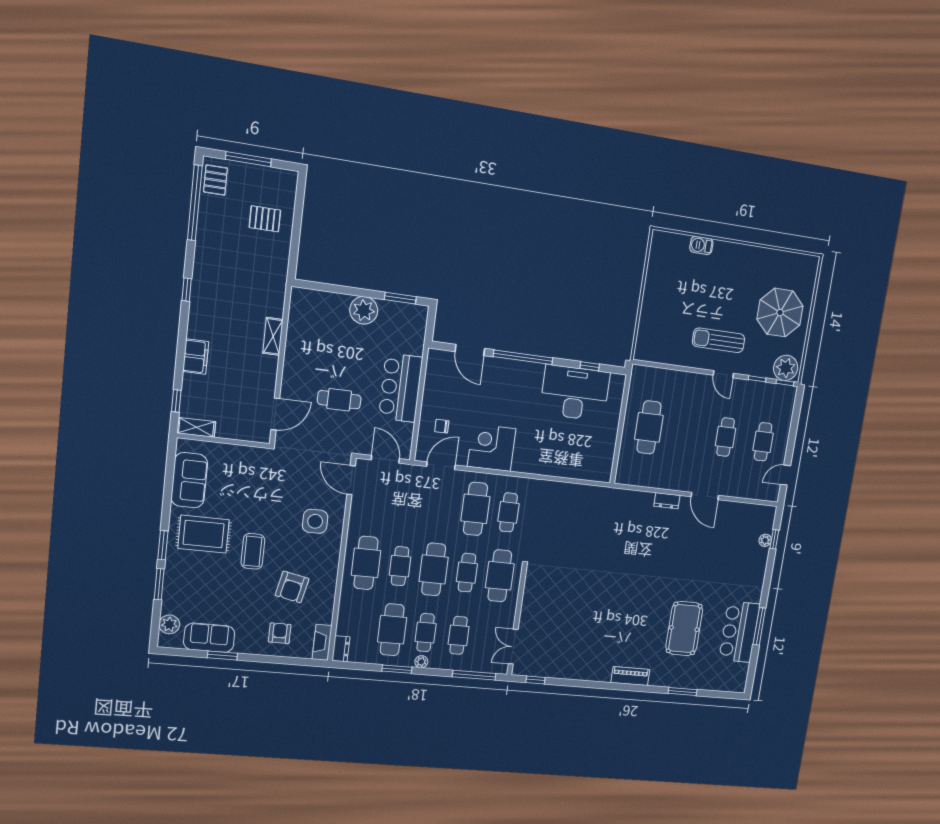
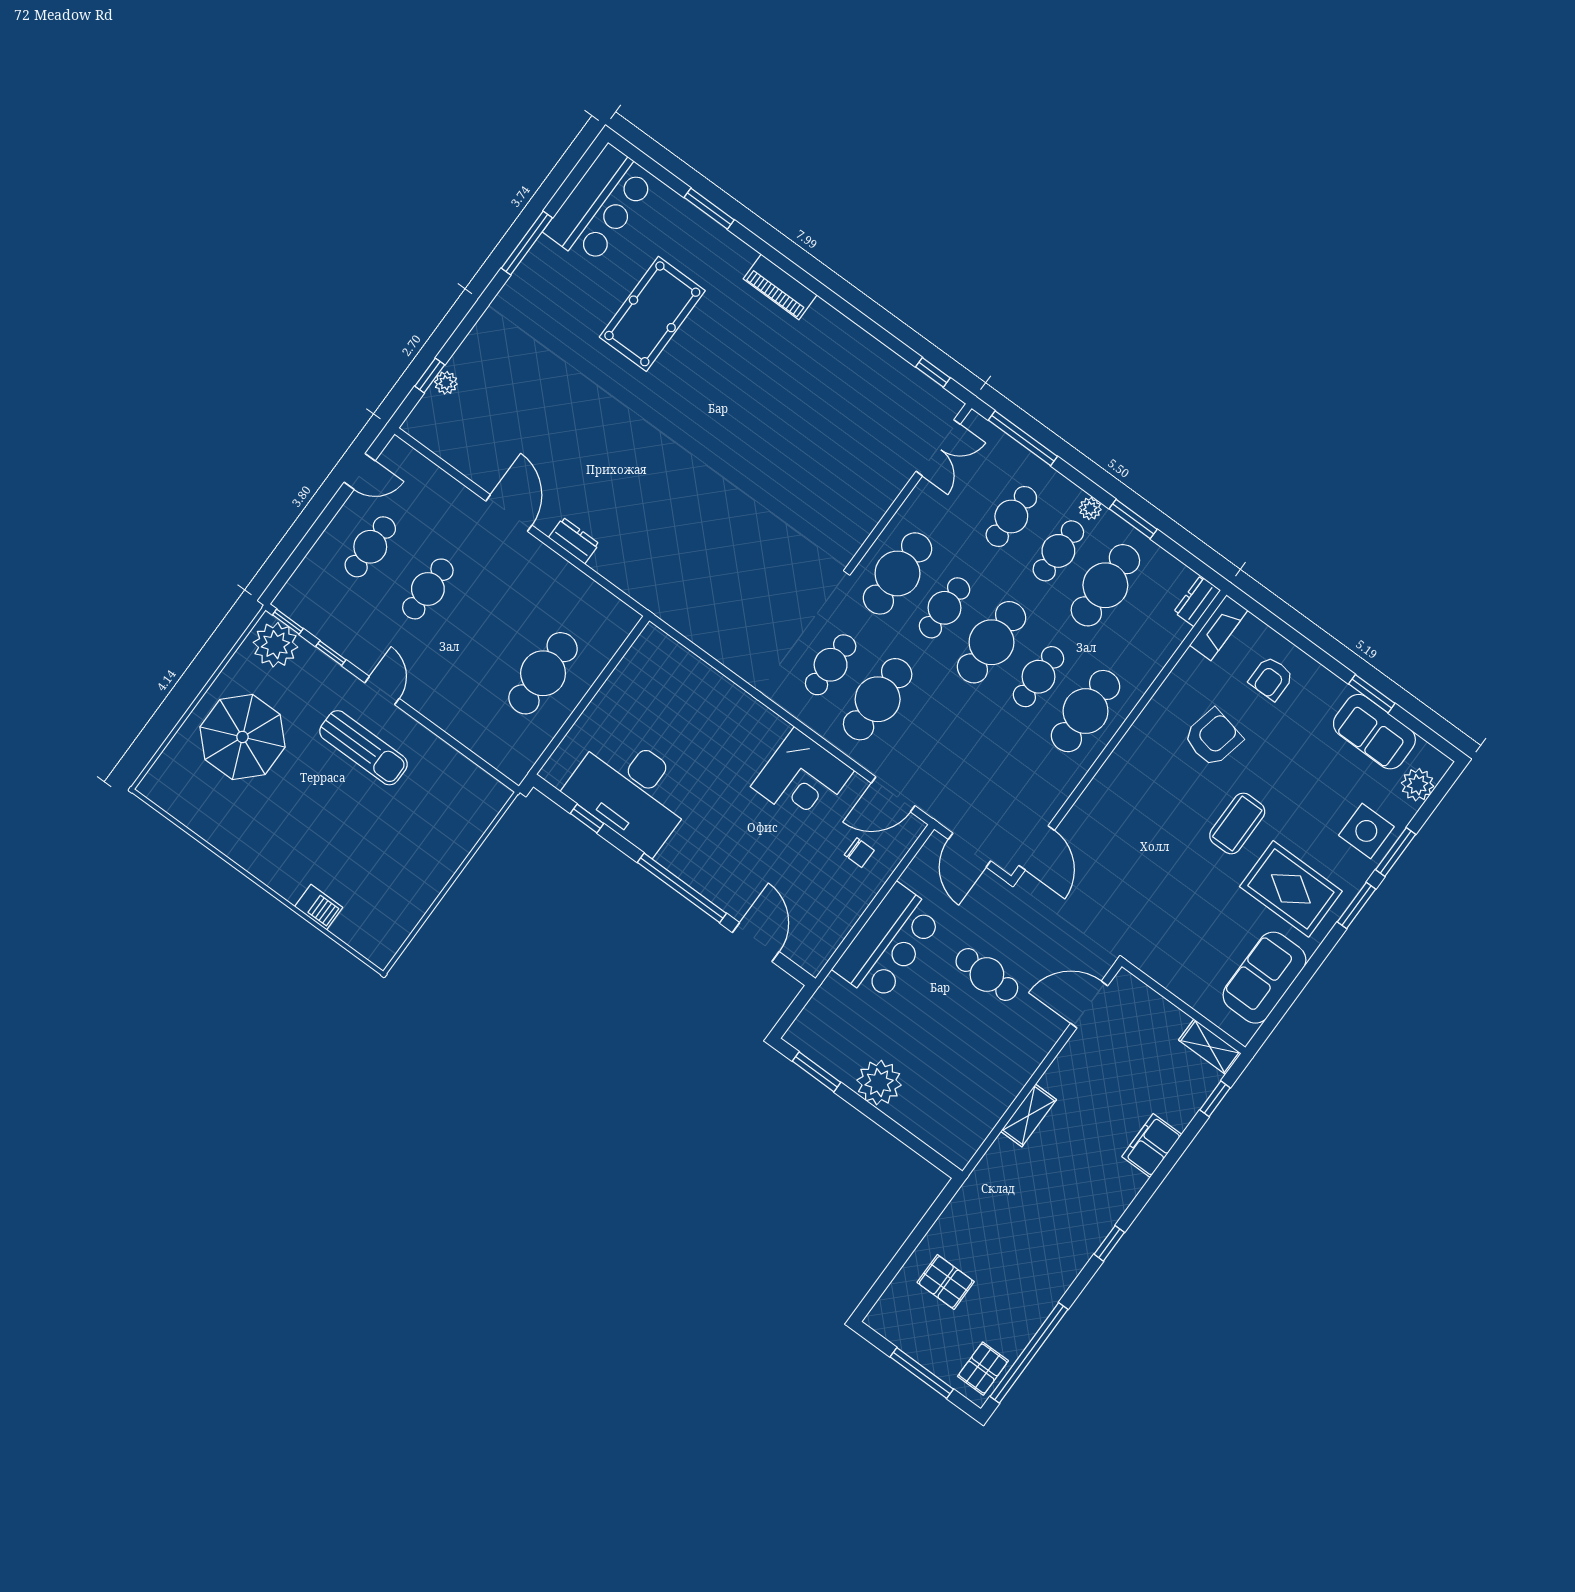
side table: (315, 521) -> (1366, 831), moved
bar counter: (739, 632) -> (600, 205), moved

